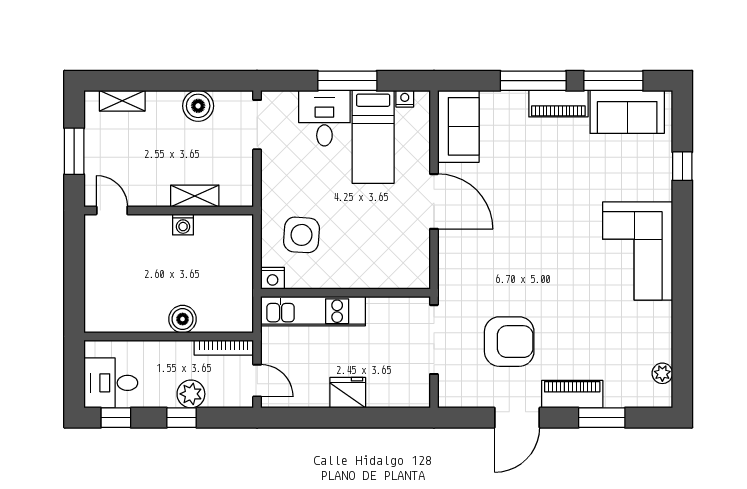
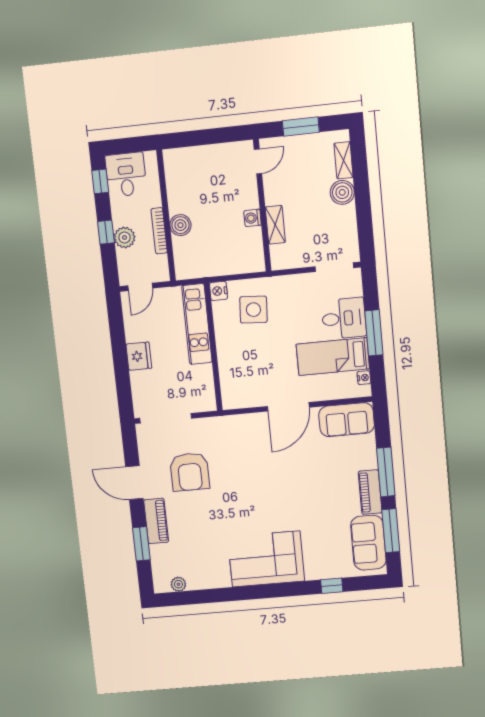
boiler: (198, 106) -> (342, 192), moved
doorway: (434, 340) -> (166, 418), moved
bookcase: (224, 348) -> (159, 231), moved

